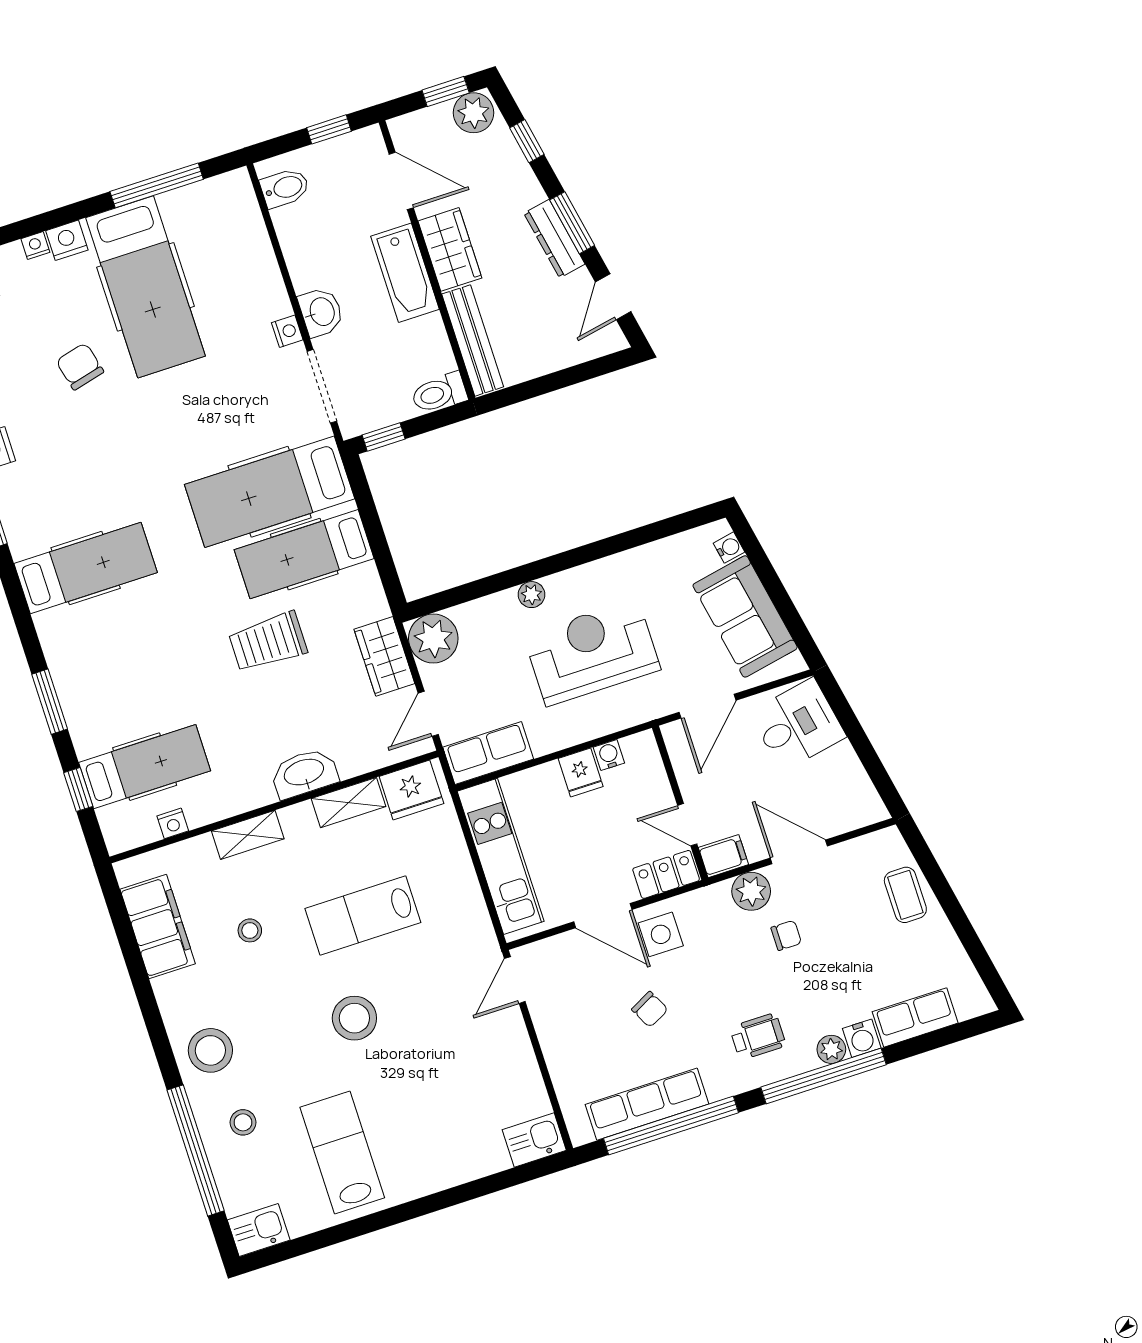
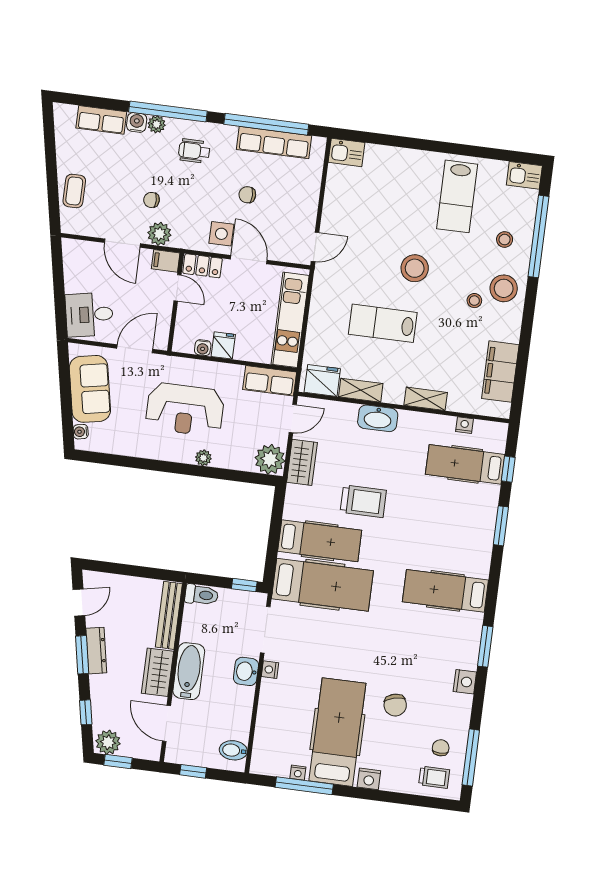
nightstand: (35, 246) -> (298, 773), moved
lab bench: (363, 915) -> (383, 323), turned 180
stool: (250, 930) -> (474, 301), moved
chair: (650, 1009) -> (247, 195), turned -63

